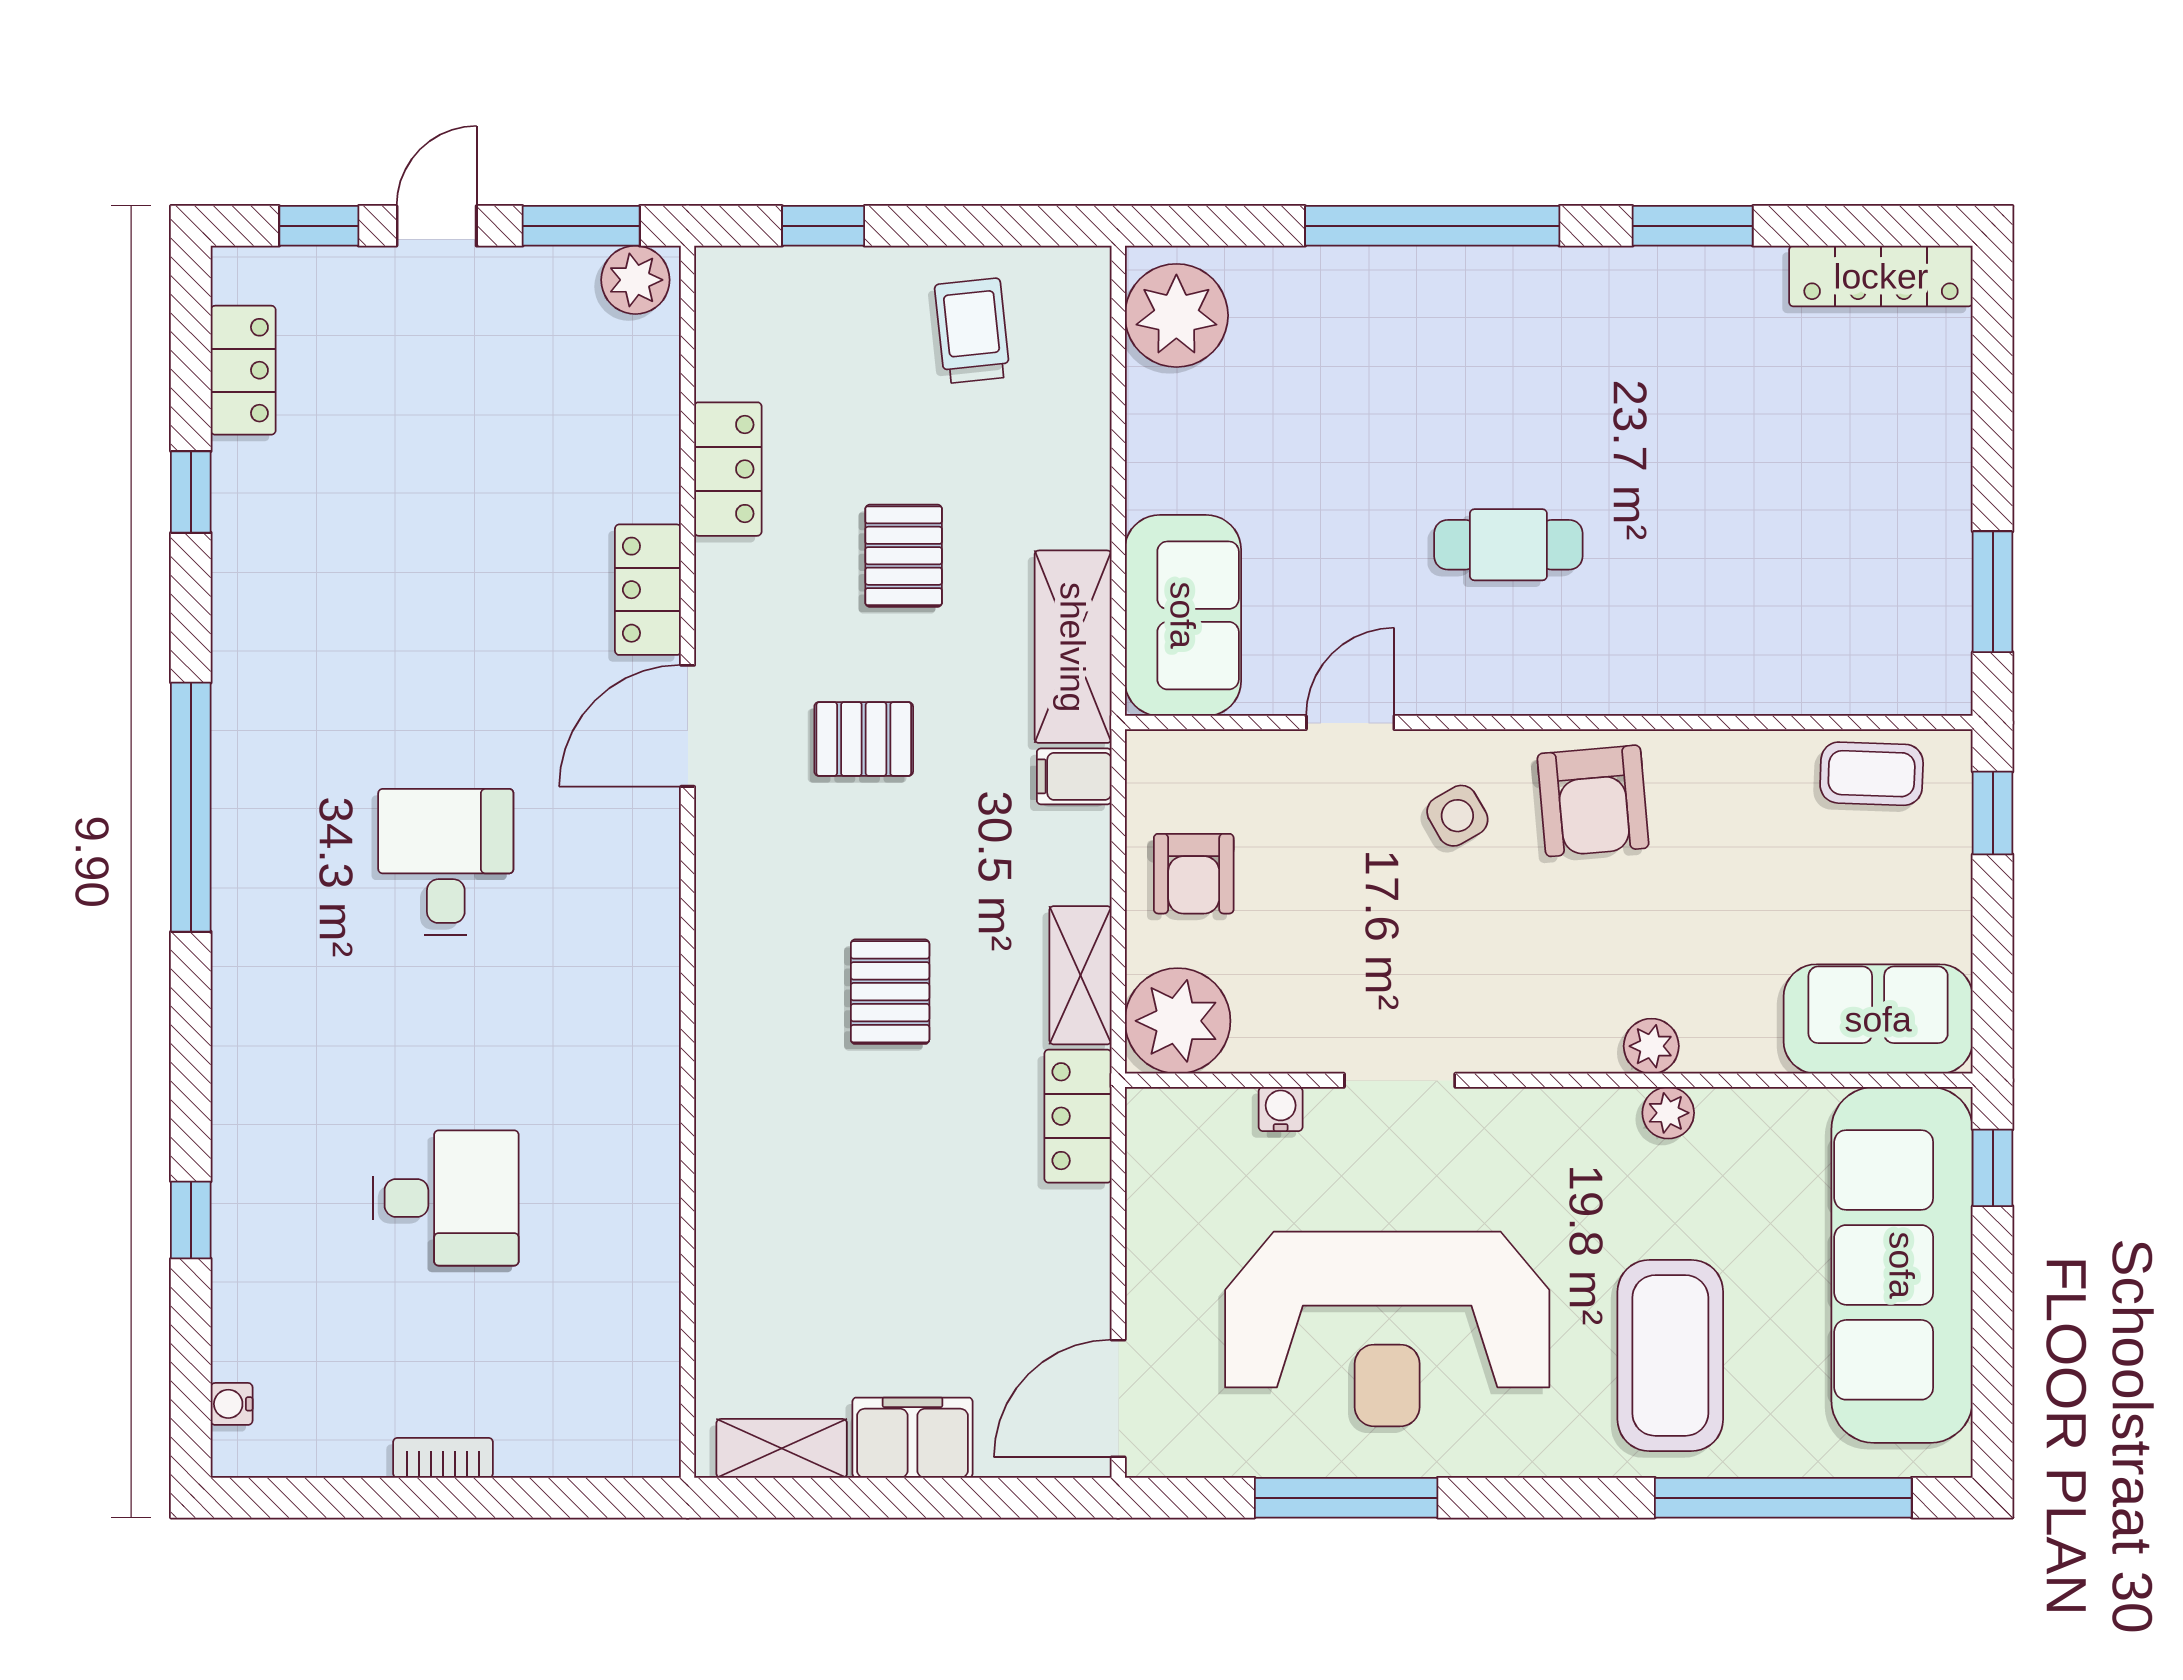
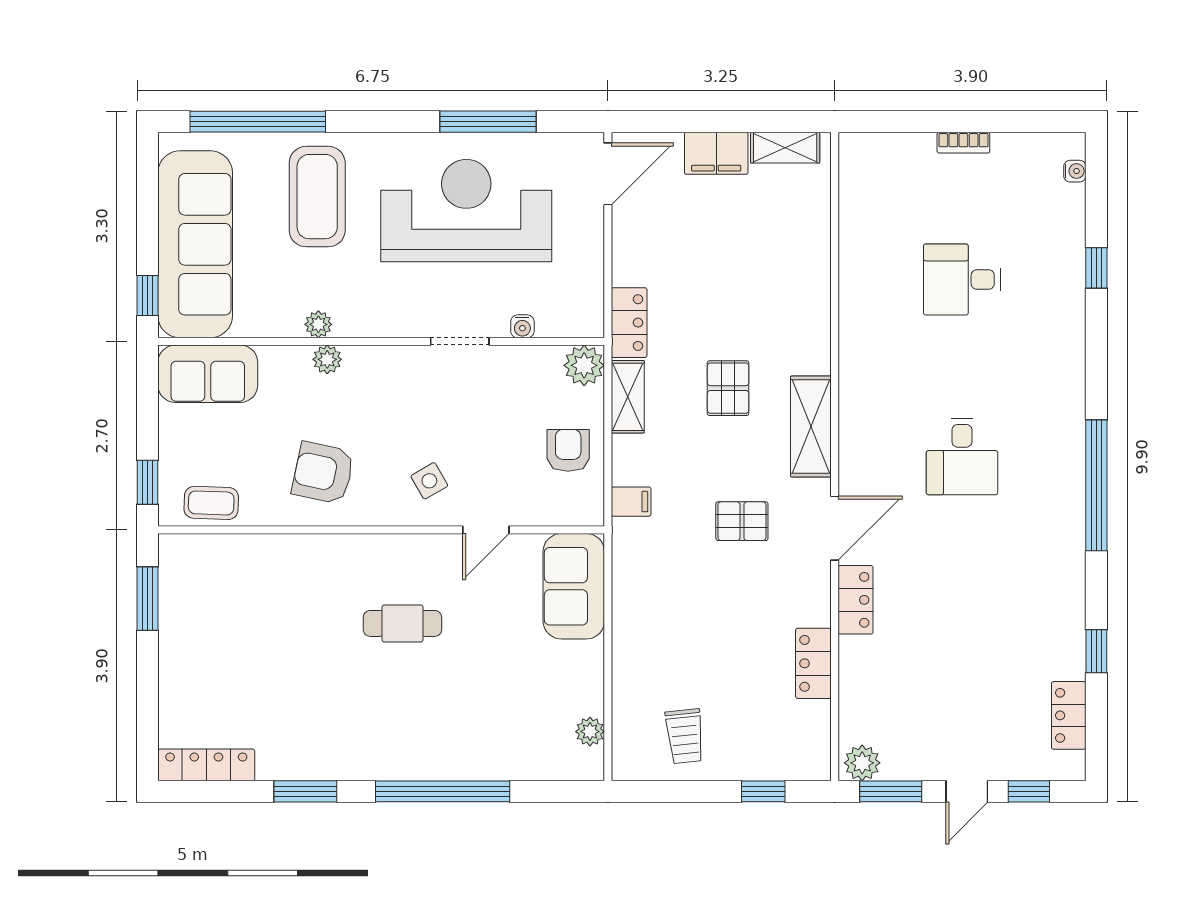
plant: (1176, 315) -> (590, 732), width x0.53, depth x0.53
pallet: (904, 556) -> (721, 618), removed
shelving: (1073, 647) -> (811, 426), moved
armchair: (1593, 801) -> (323, 473), moved, turned -73
plant: (1178, 1021) -> (584, 365), width x0.73, depth x0.73

